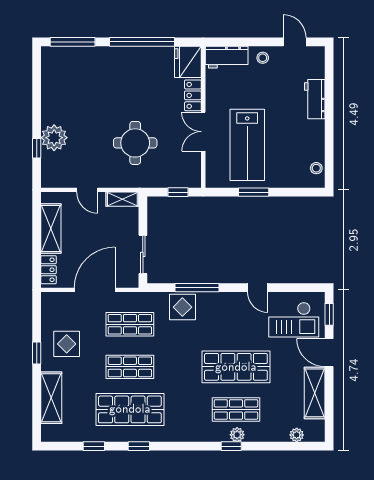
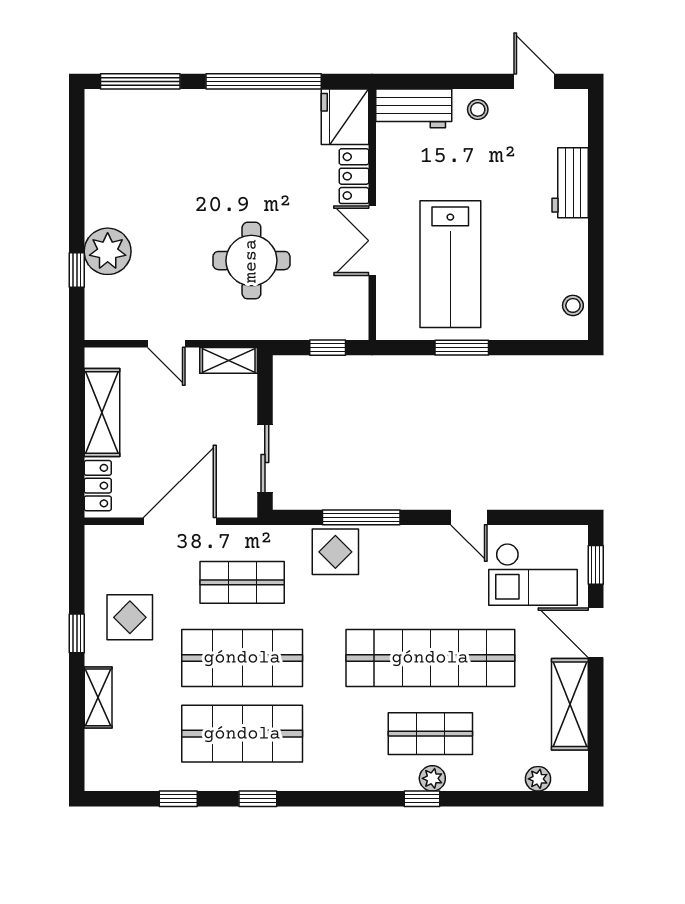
shop shelf: (130, 367) -> (242, 658), width x1.43, depth x1.36
shop shelf: (236, 367) -> (430, 658), width x1.40
shelving: (51, 398) -> (98, 697), width x0.67, depth x0.75

